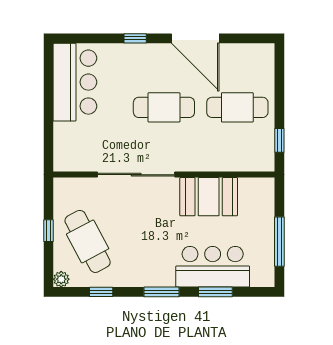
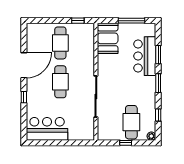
booth: (209, 197) -> (108, 38), moved
cafe table: (88, 241) -> (131, 122), turned -62

